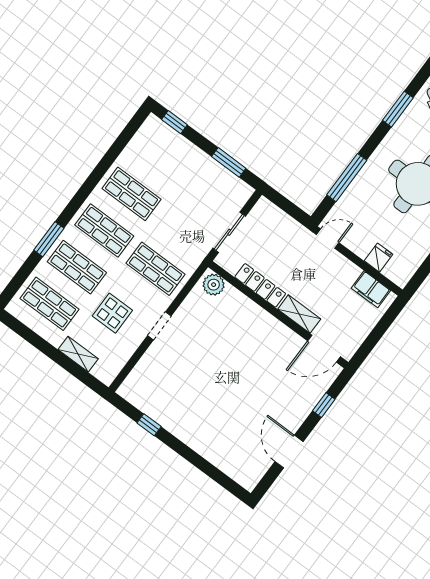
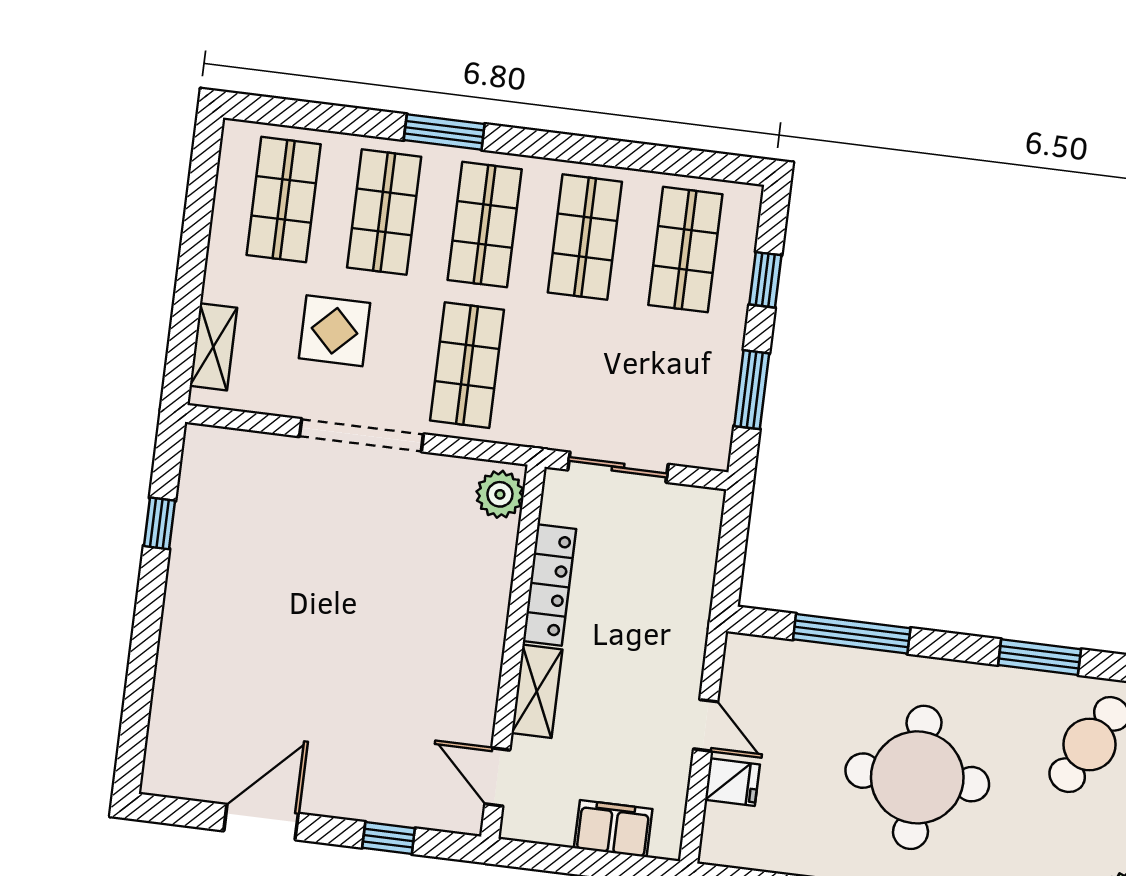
window: (174, 122) -> (765, 280), moved
shop shelf: (159, 157) -> (685, 250), added
window: (49, 239) -> (444, 132), moved
door: (328, 239) -> (706, 725), moved
filing cabinet: (371, 289) -> (613, 829), moved, turned 90
doorway: (159, 326) -> (361, 435), width x1.87
door: (324, 349) -> (497, 777), width x0.73
shelving: (78, 354) -> (213, 347), moved

